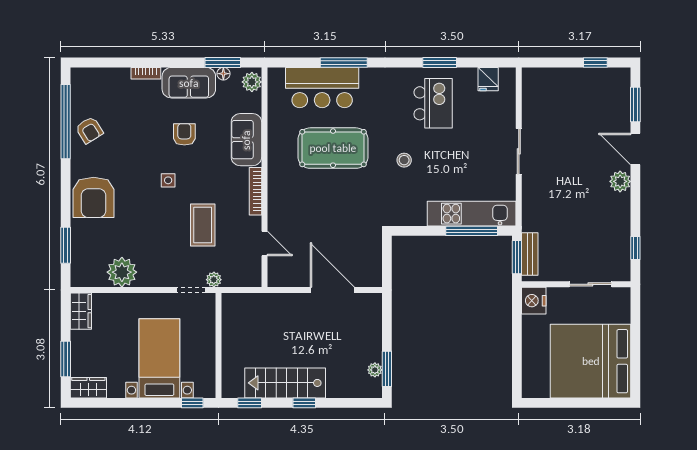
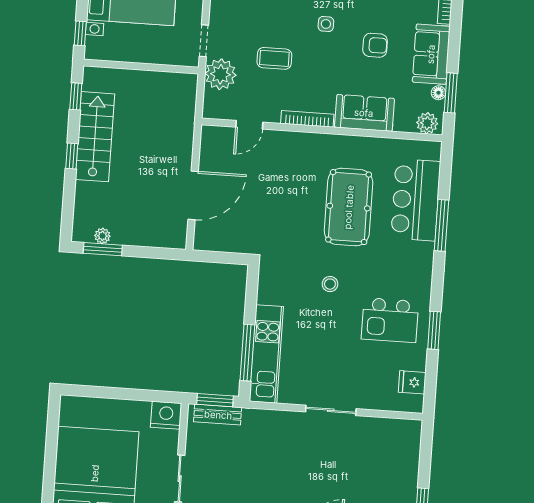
coffee table: (203, 225) -> (274, 58), width x0.73, depth x0.77
plant: (214, 280) -> (221, 74), width x1.88, depth x1.88

